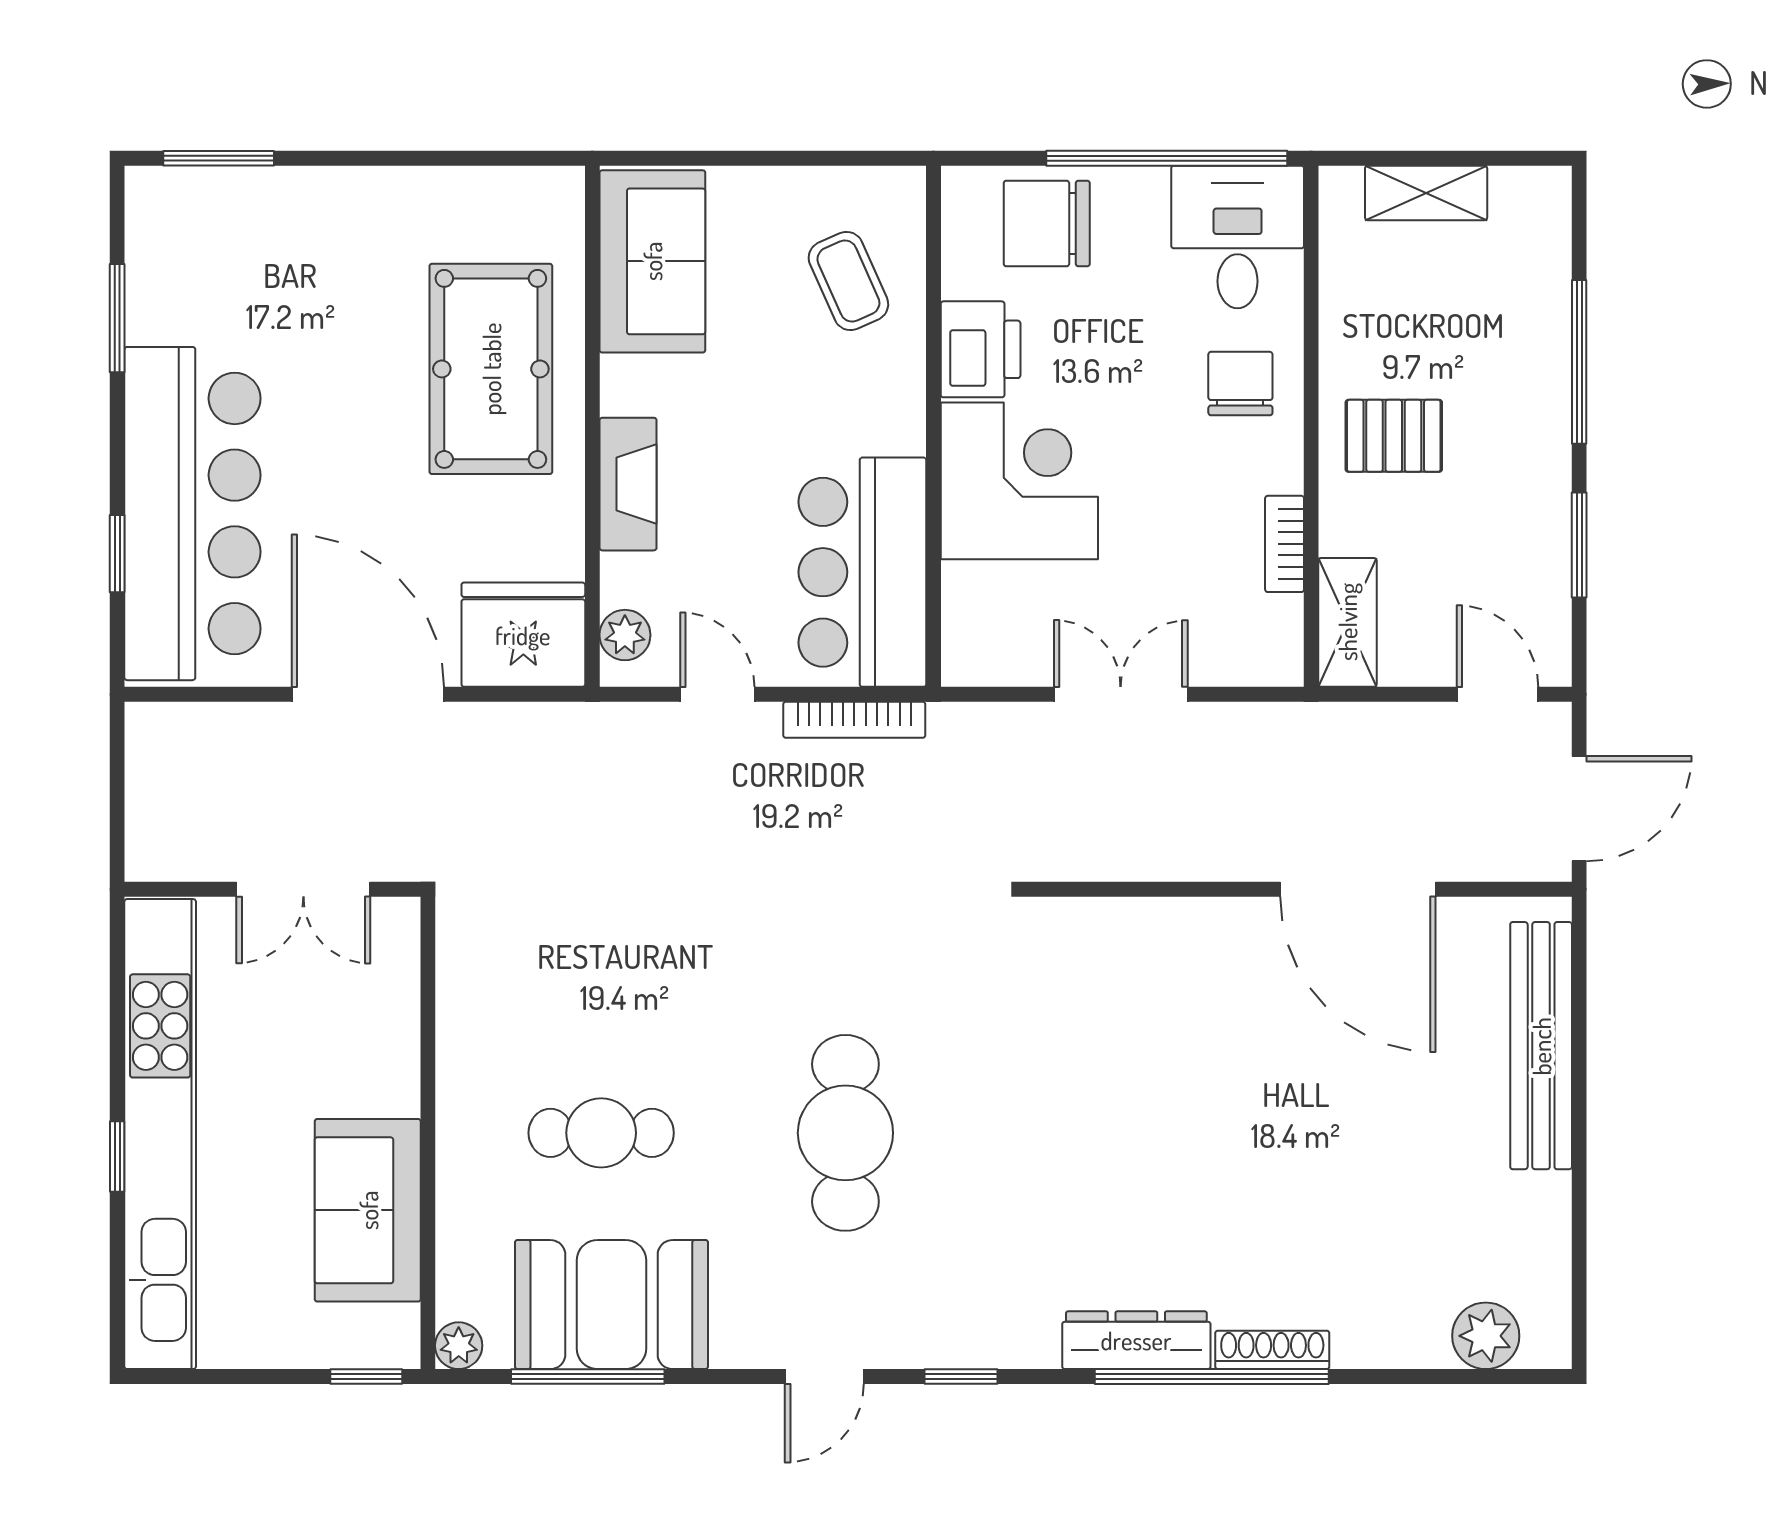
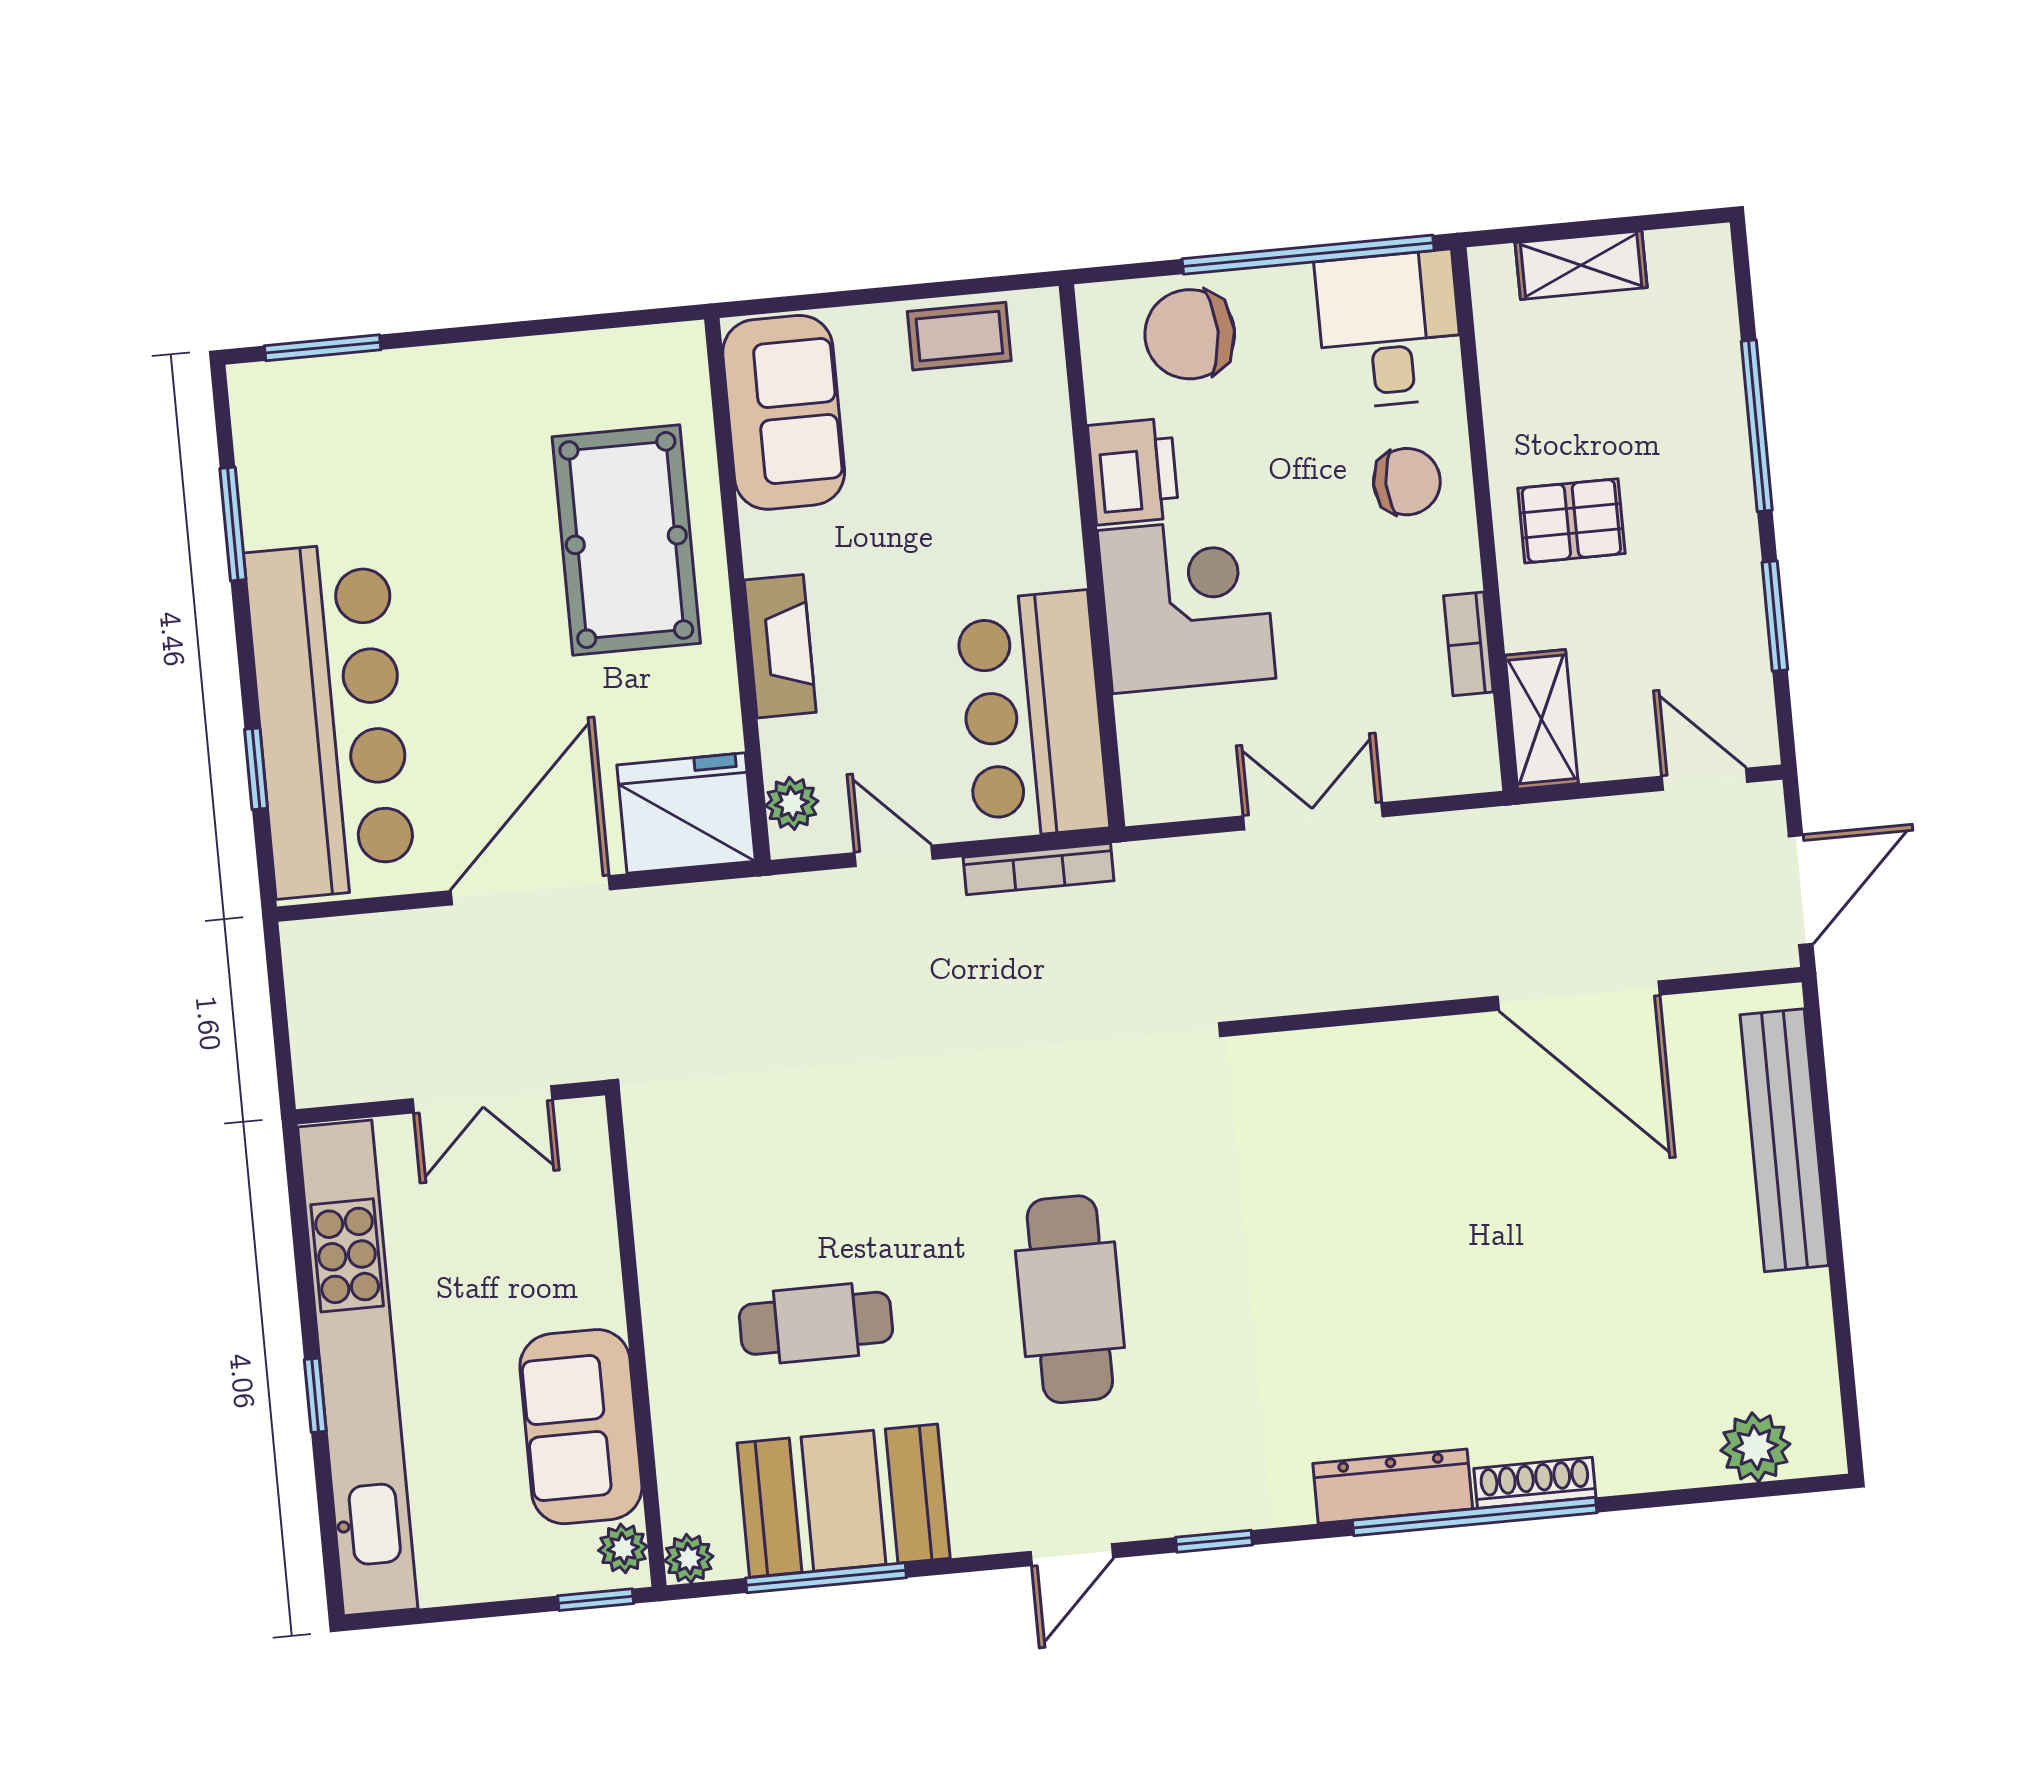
coffee table: (848, 281) -> (959, 336), moved, turned -66
chair: (1240, 384) -> (1407, 482), turned 90
door: (368, 694) -> (530, 890), hinge flipped
plant: (397, 1330) -> (623, 1548), added

